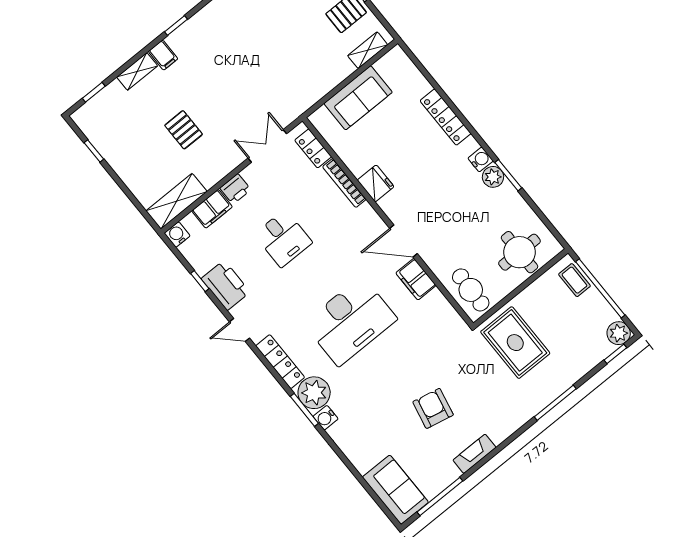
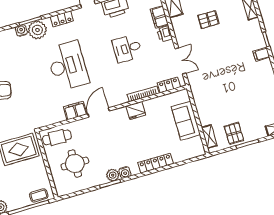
filing cabinet: (163, 55) -> (261, 54), moved
round table: (519, 252) -> (75, 164), moved
desk: (350, 321) -> (68, 66), turned 180
locker: (280, 362) -> (62, 19), width x0.66

